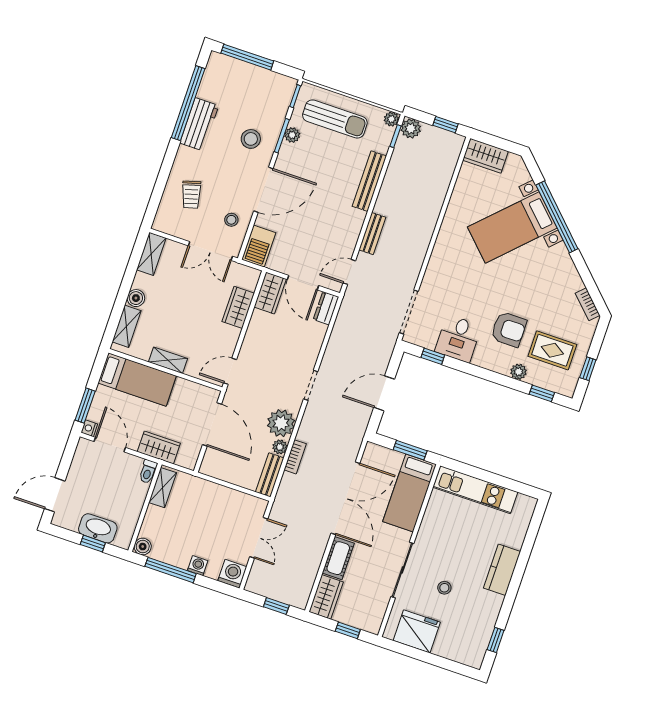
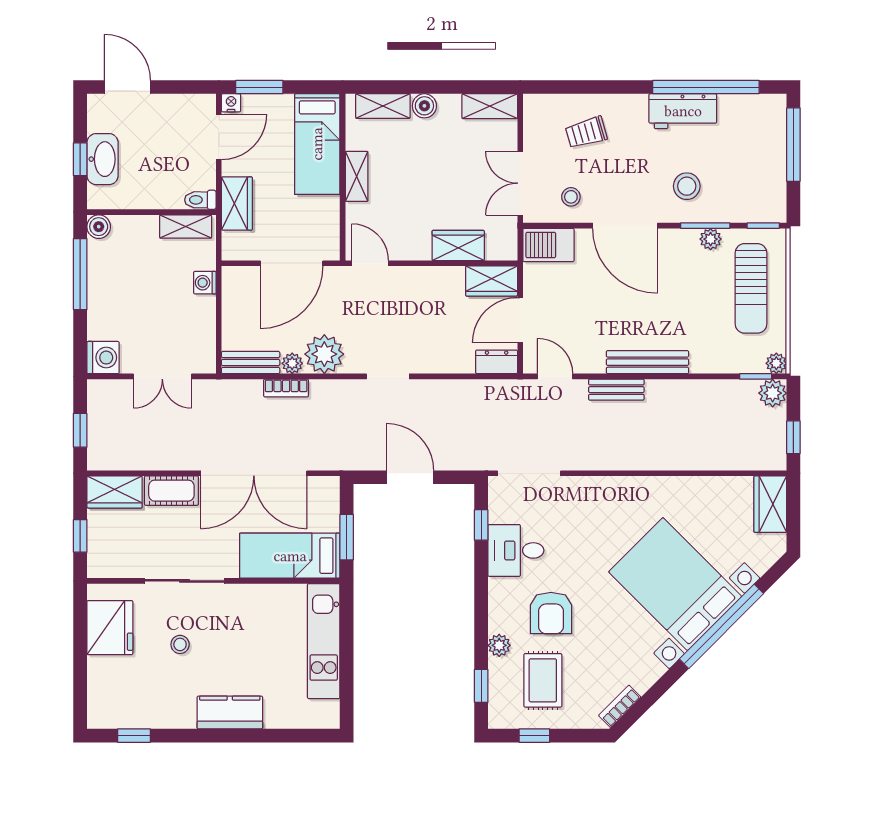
bench: (369, 181) -> (647, 362), moved
bed with nightstands: (512, 228) -> (675, 584), width x1.36
washing machine: (198, 566) -> (205, 283), moved, turned 180

